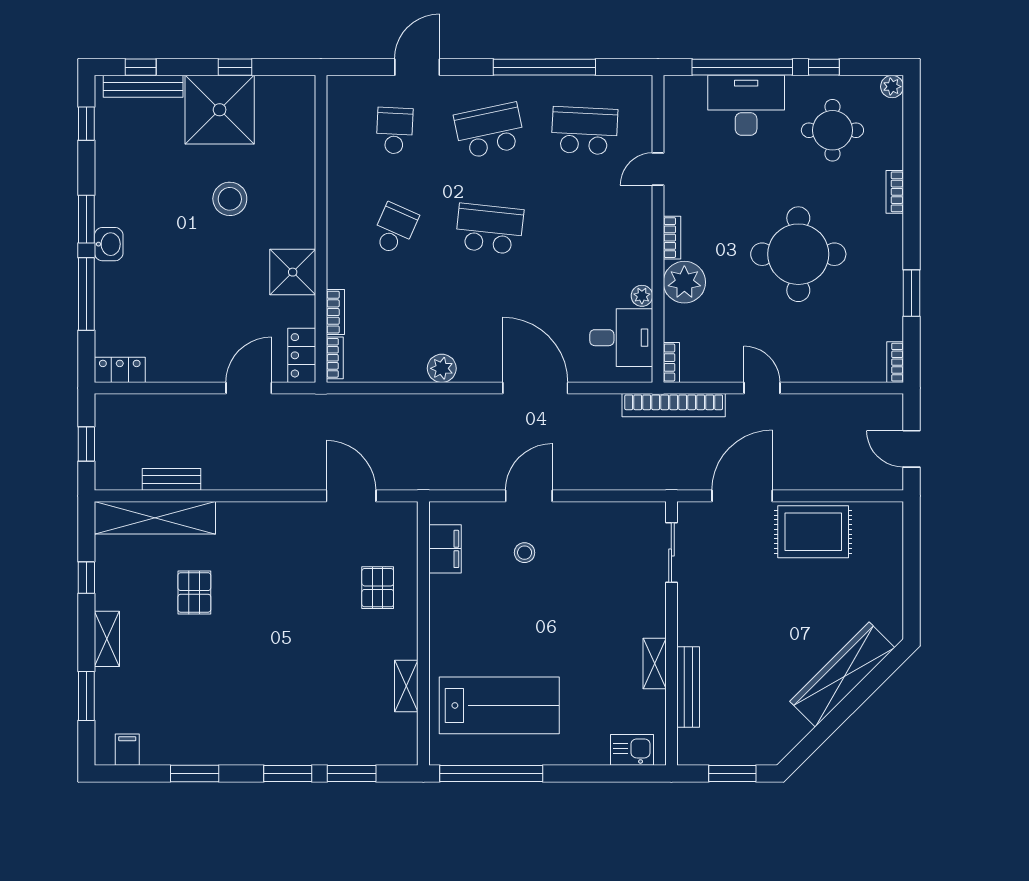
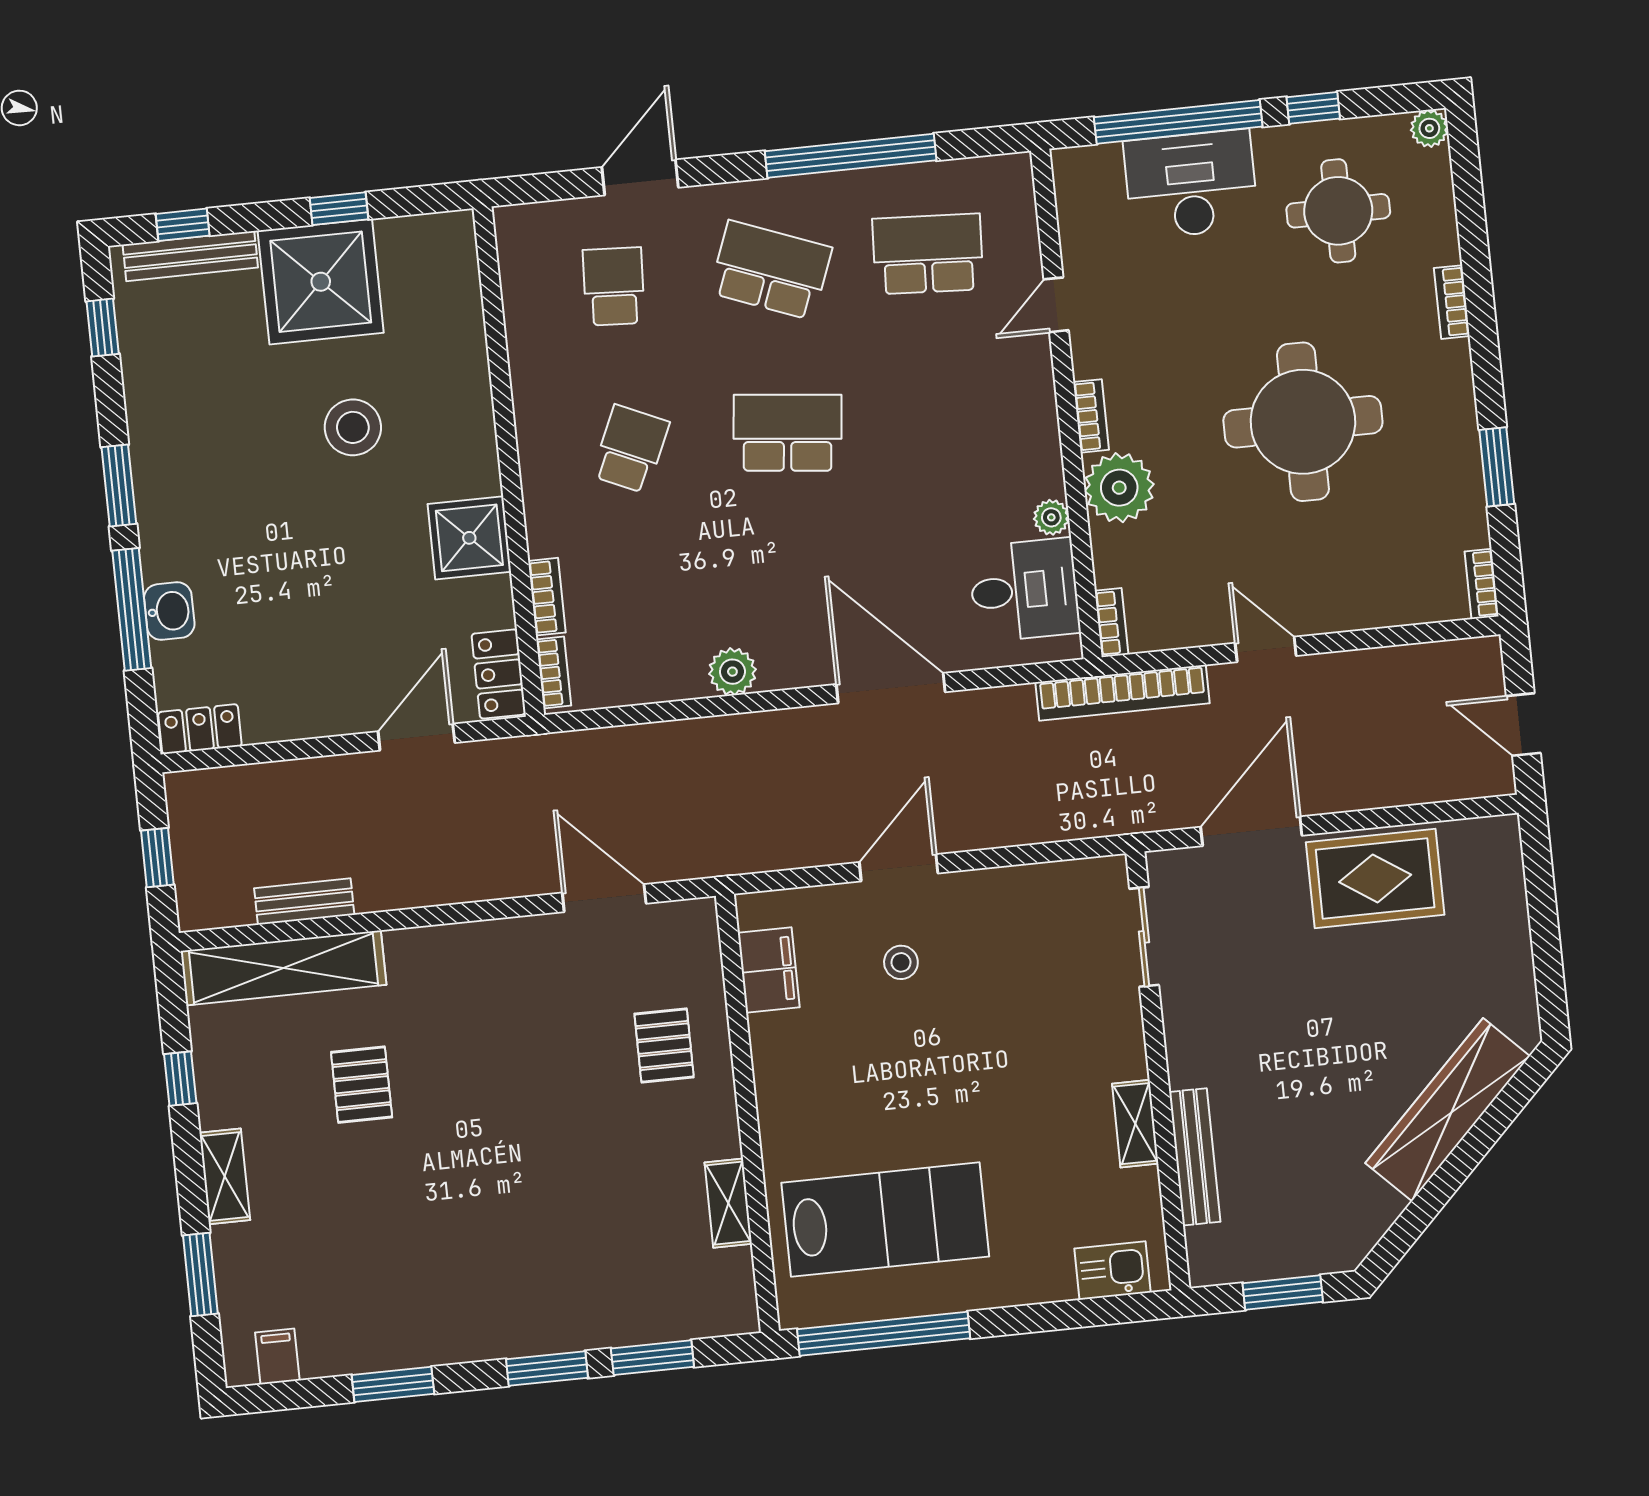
school desk: (489, 131) -> (771, 270), turned 33
washbasin: (109, 244) -> (169, 611), moved

